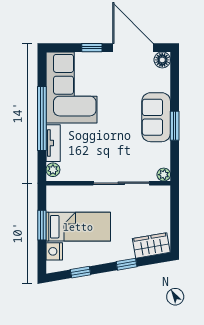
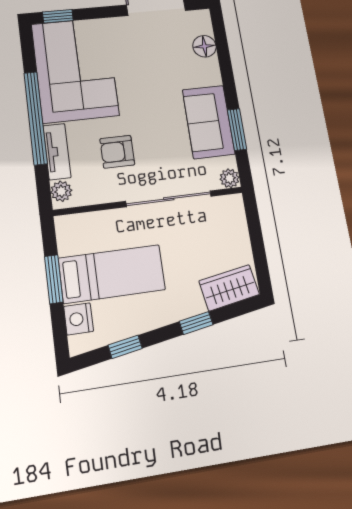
window: (92, 48) -> (58, 16), moved
floor lamp: (162, 60) -> (204, 46), moved
sofa: (156, 117) -> (209, 122), moved
window: (175, 126) -> (237, 129), moved
armchair: (92, 148) -> (117, 152), added

